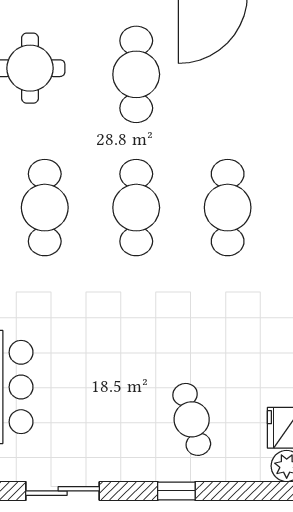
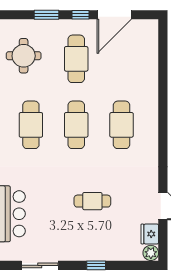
cafe table: (192, 419) -> (92, 201), moved, turned -75

